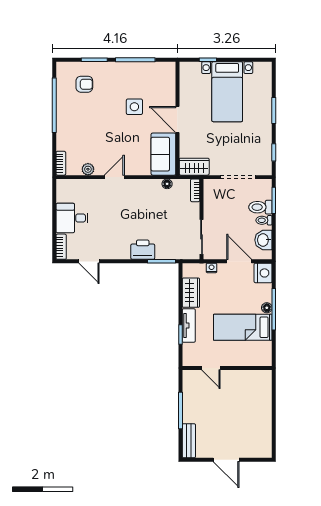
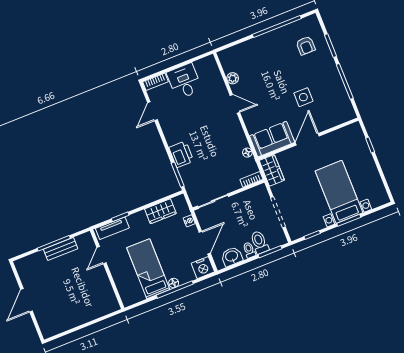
bed with nightstands: (227, 92) -> (339, 192), moved, turned 90
bookcase: (61, 163) -> (228, 52), removed
tv unit: (189, 326) -> (112, 228), moved
bench: (189, 441) -> (61, 249), moved

